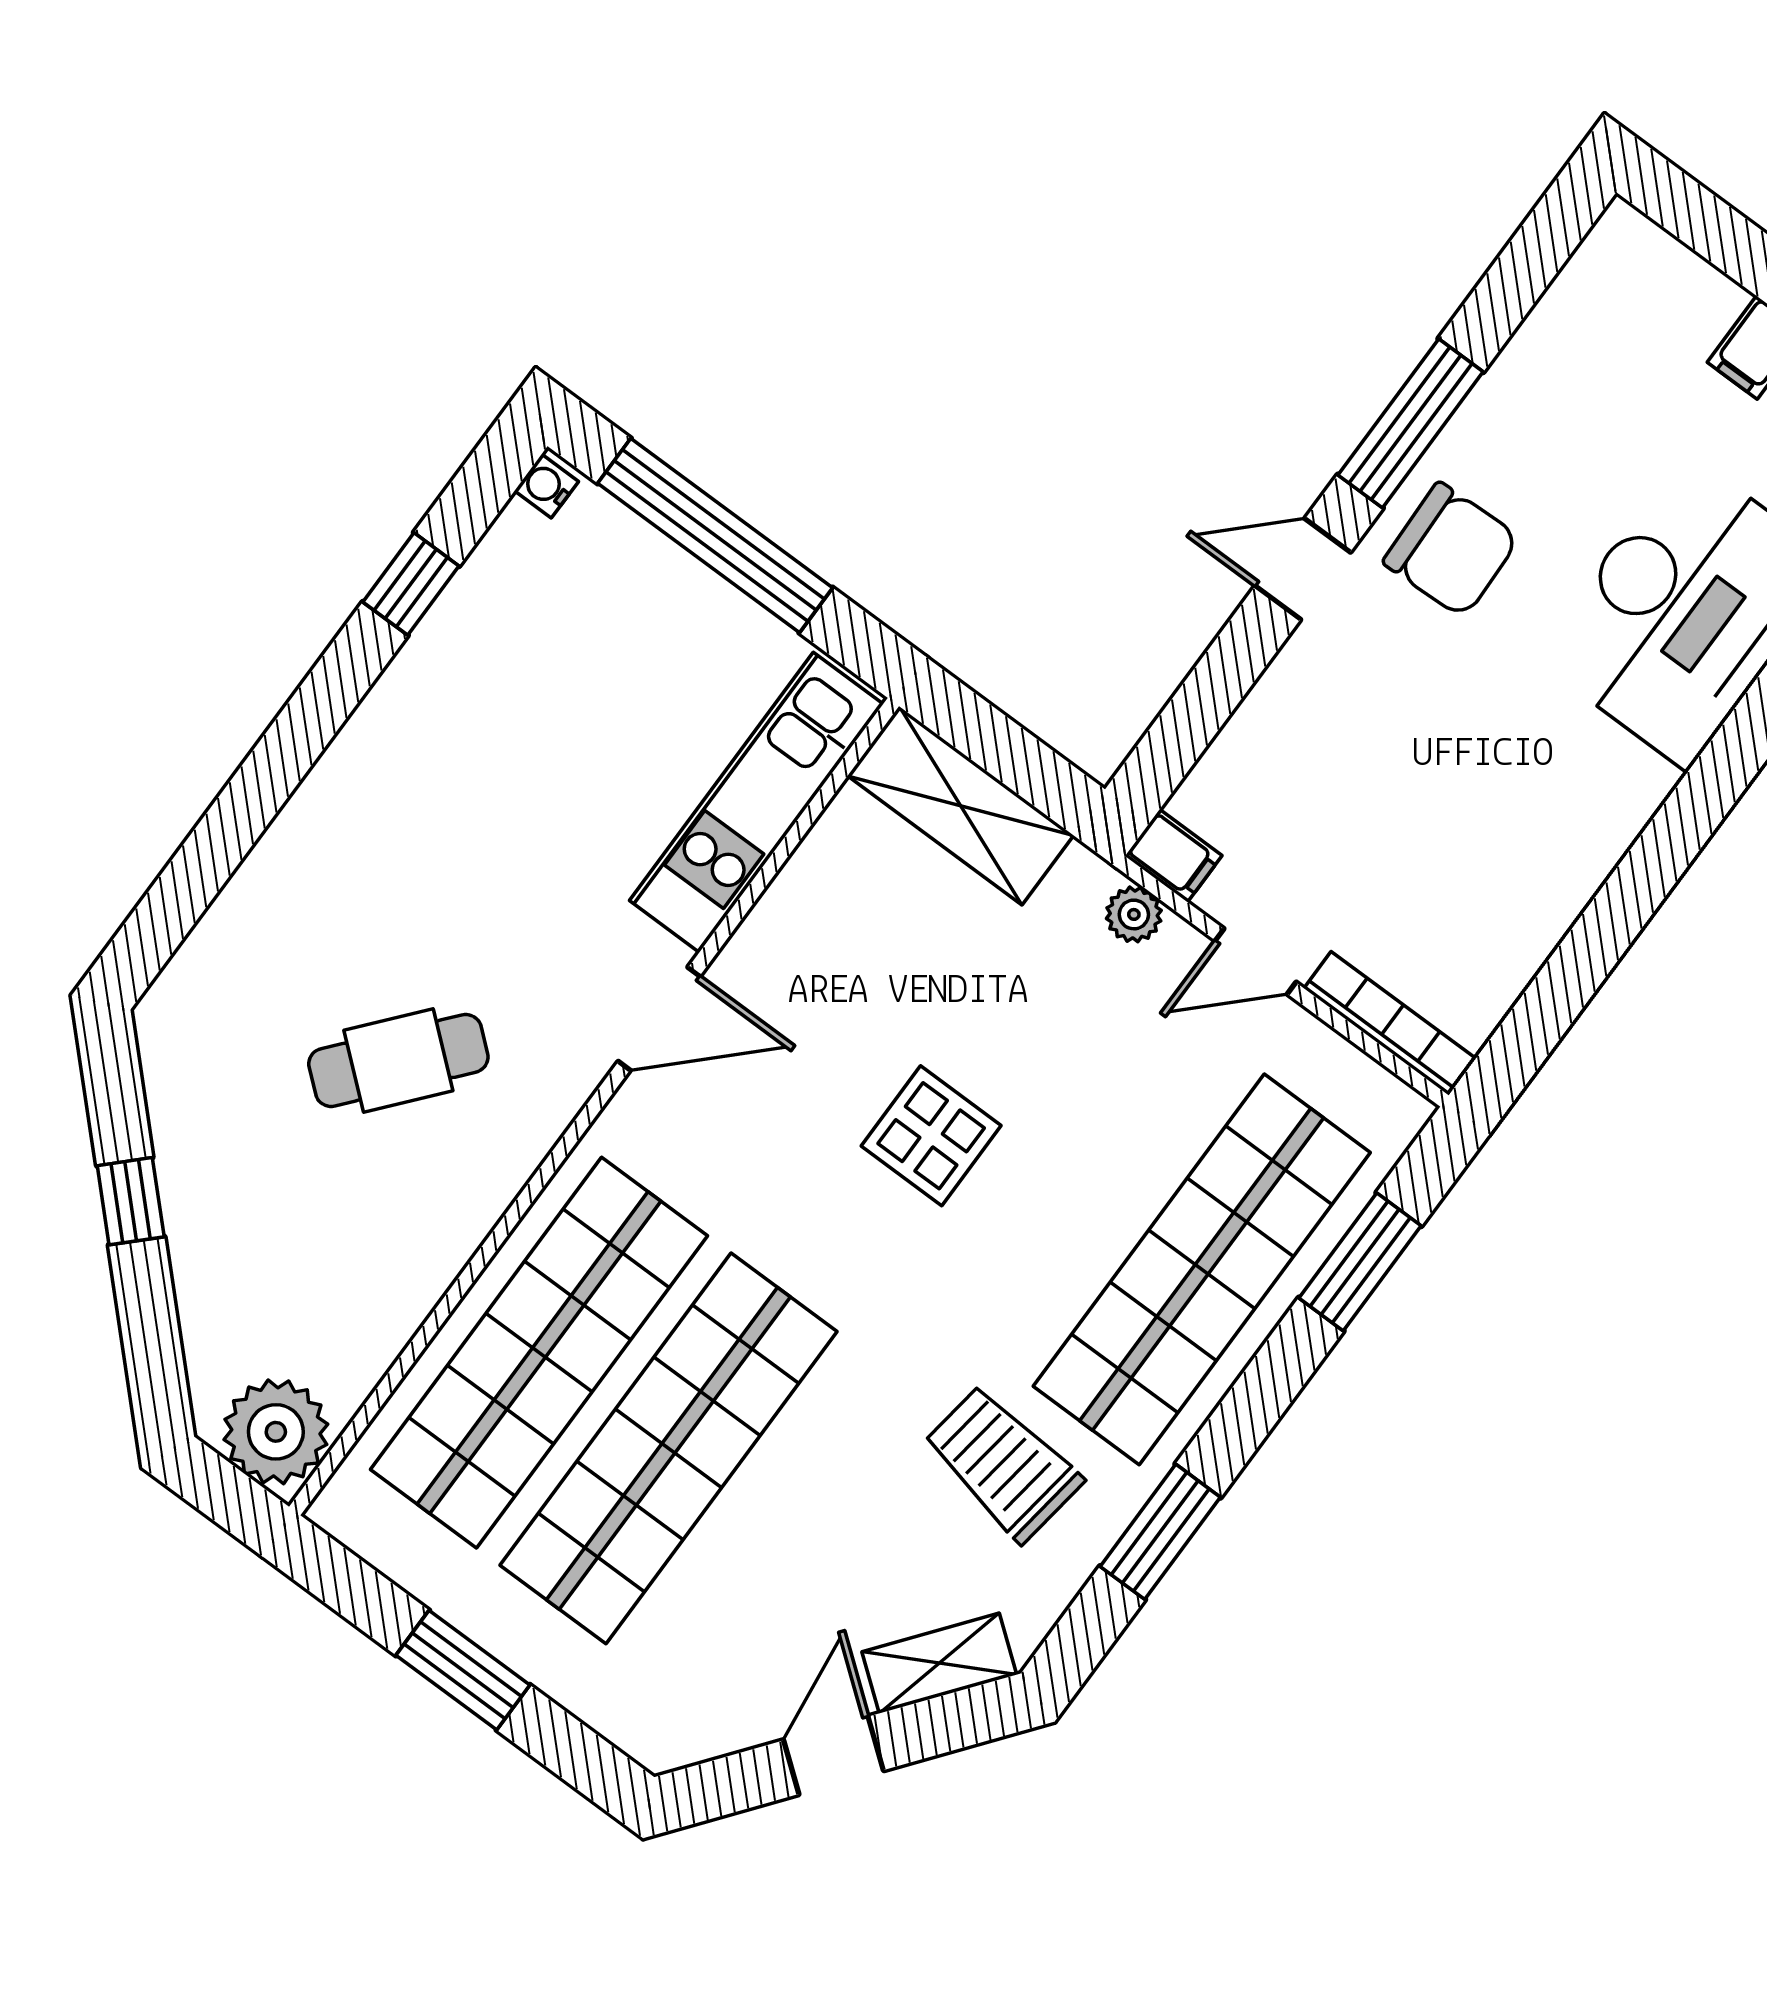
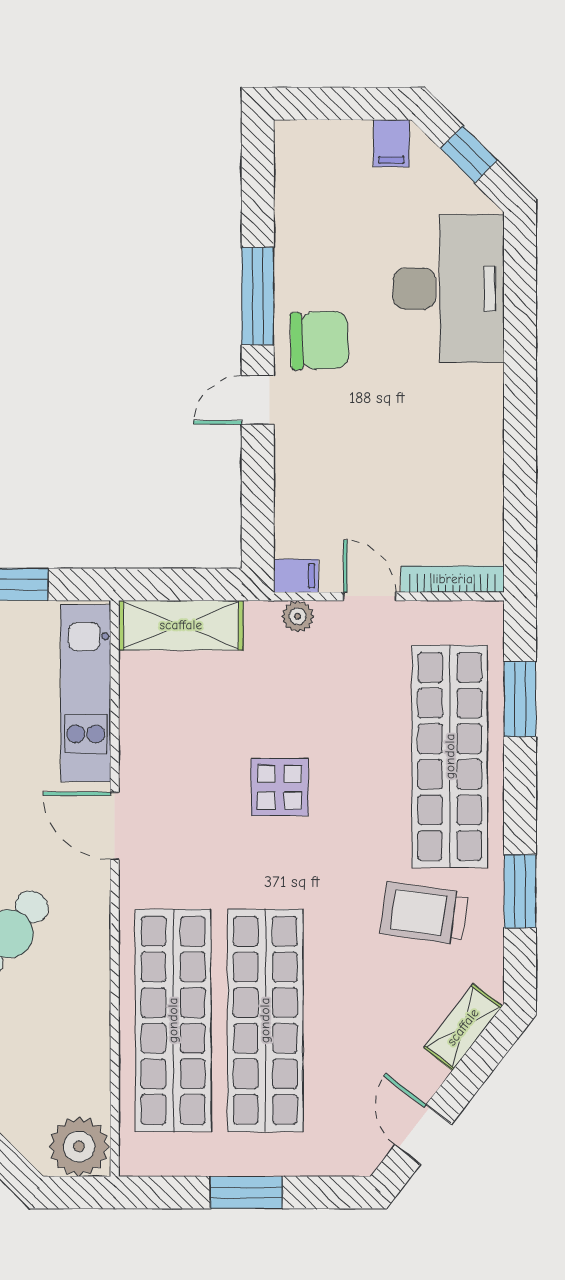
door: (1256, 961) -> (370, 596), swing flipped
door: (659, 1019) -> (115, 826), swing flipped
door: (834, 1755) -> (423, 1135), moved

